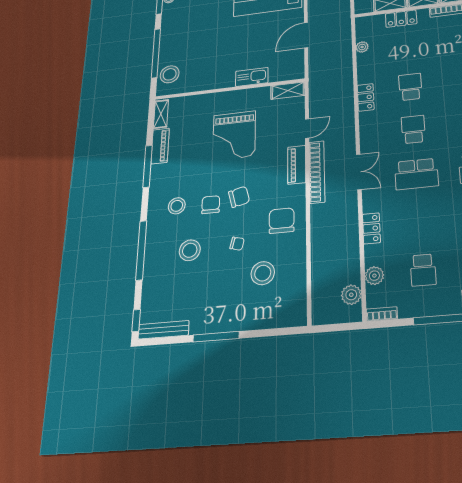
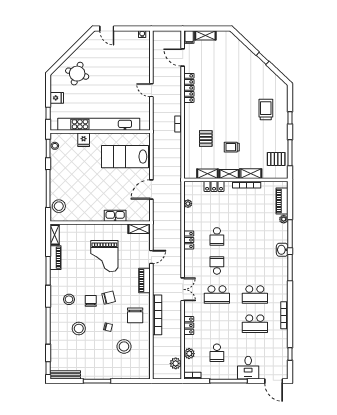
school desk: (410, 87) -> (217, 236), turned 180
bookcase: (317, 172) -> (157, 315), moved
chair: (282, 221) -> (135, 315), turned 180

